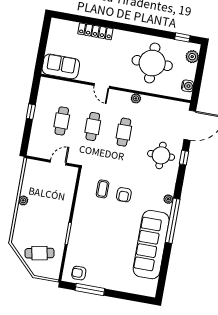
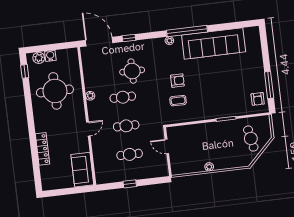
water cooler: (188, 86) -> (50, 56), moved
round table: (161, 155) -> (132, 71), moved

